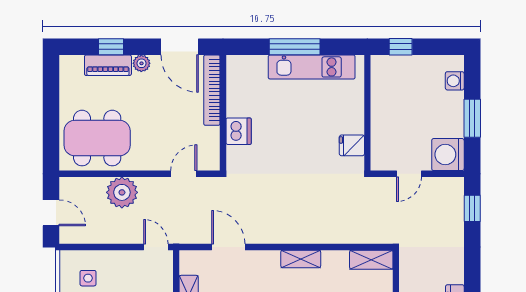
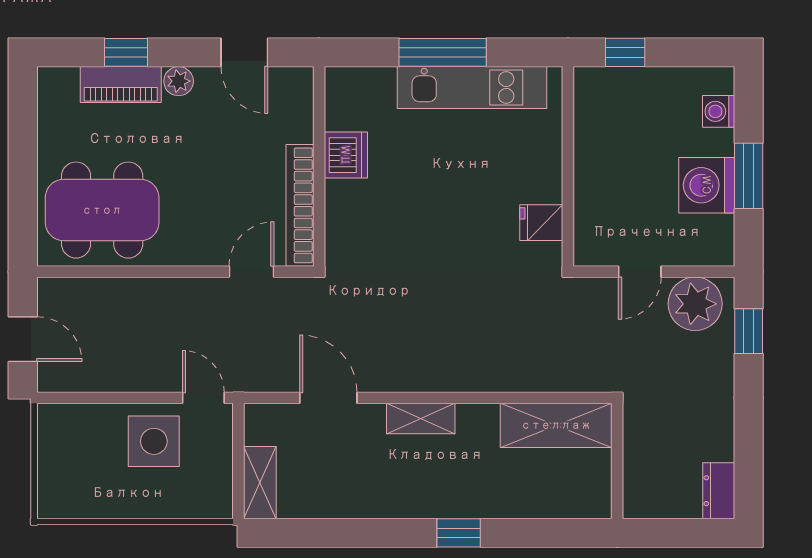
door: (180, 47) -> (244, 52), width x0.73
bookcase: (212, 90) -> (300, 205), moved
dishwasher: (239, 131) -> (346, 155), moved
washing machine: (448, 155) -> (707, 185), moved
plant: (122, 192) -> (695, 304), moved
shelving: (301, 259) -> (421, 418), moved
shelving: (371, 260) -> (556, 425), width x1.50, depth x1.33
side table: (88, 278) -> (154, 441), moved, width x1.87, depth x1.87

